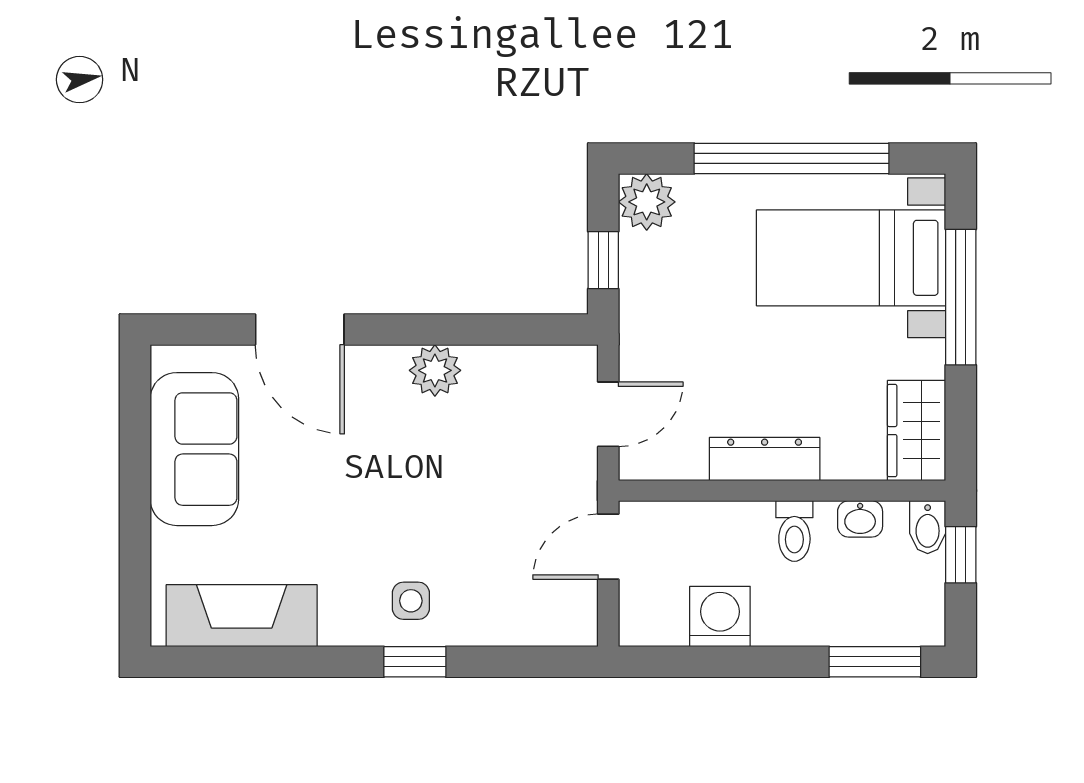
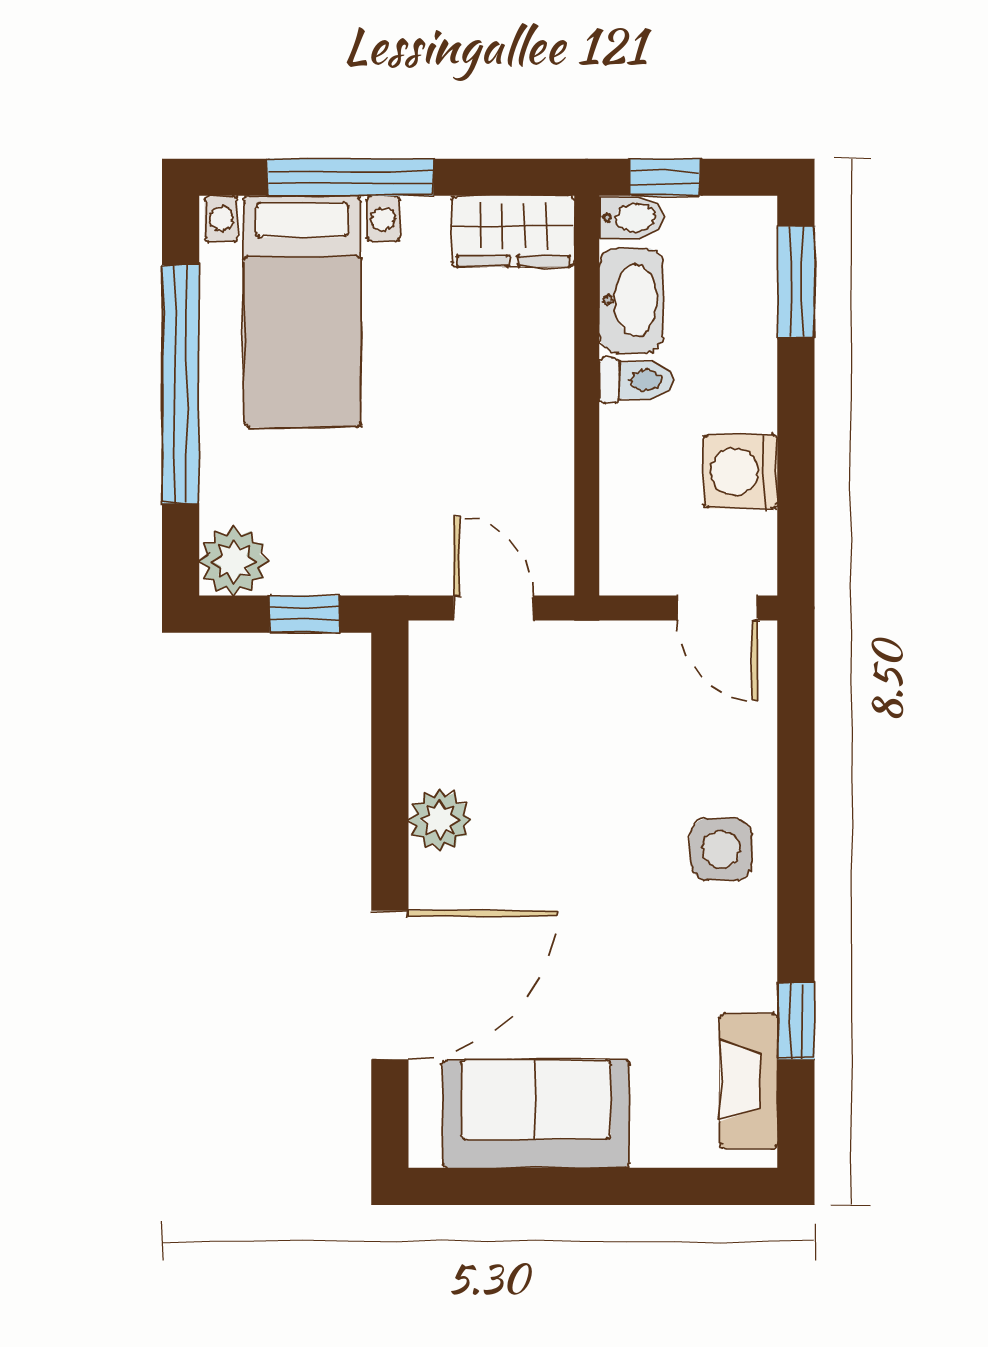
door: (300, 330) -> (390, 985), width x1.36
dresser: (765, 459) -> (548, 417), removed
washbasin: (860, 519) -> (631, 300), width x1.91, depth x1.45
door: (608, 547) -> (718, 608), moved
side table: (411, 601) -> (721, 849), width x1.37, depth x1.37
fireplace: (242, 616) -> (749, 1081), width x0.73, depth x0.76
window: (415, 662) -> (796, 1021), moved

